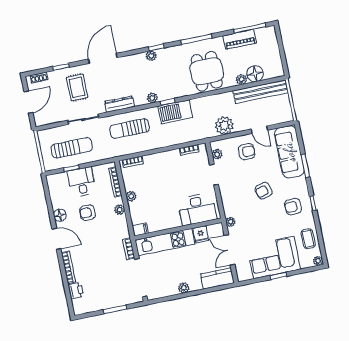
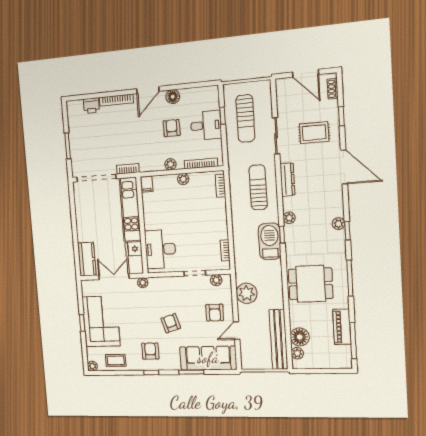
plant: (241, 79) -> (297, 353), moved
plant: (184, 288) -> (81, 222), removed

